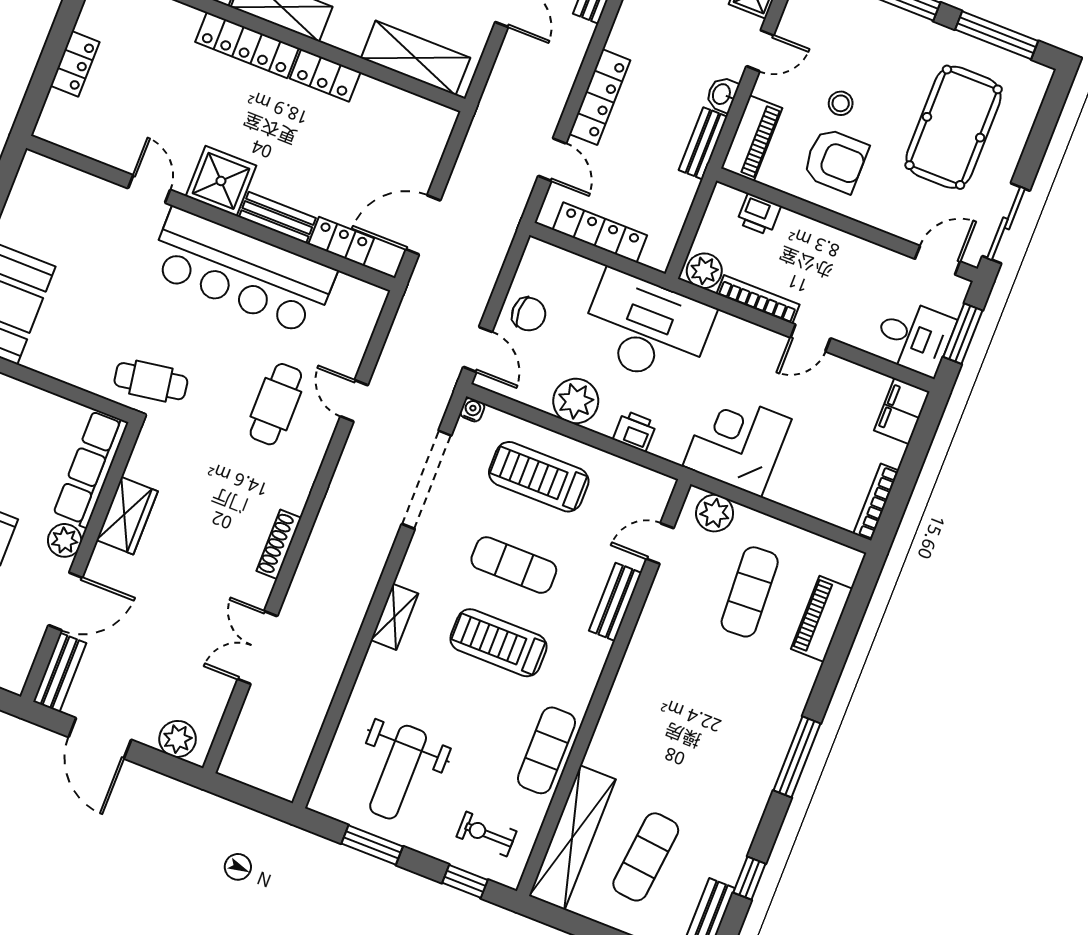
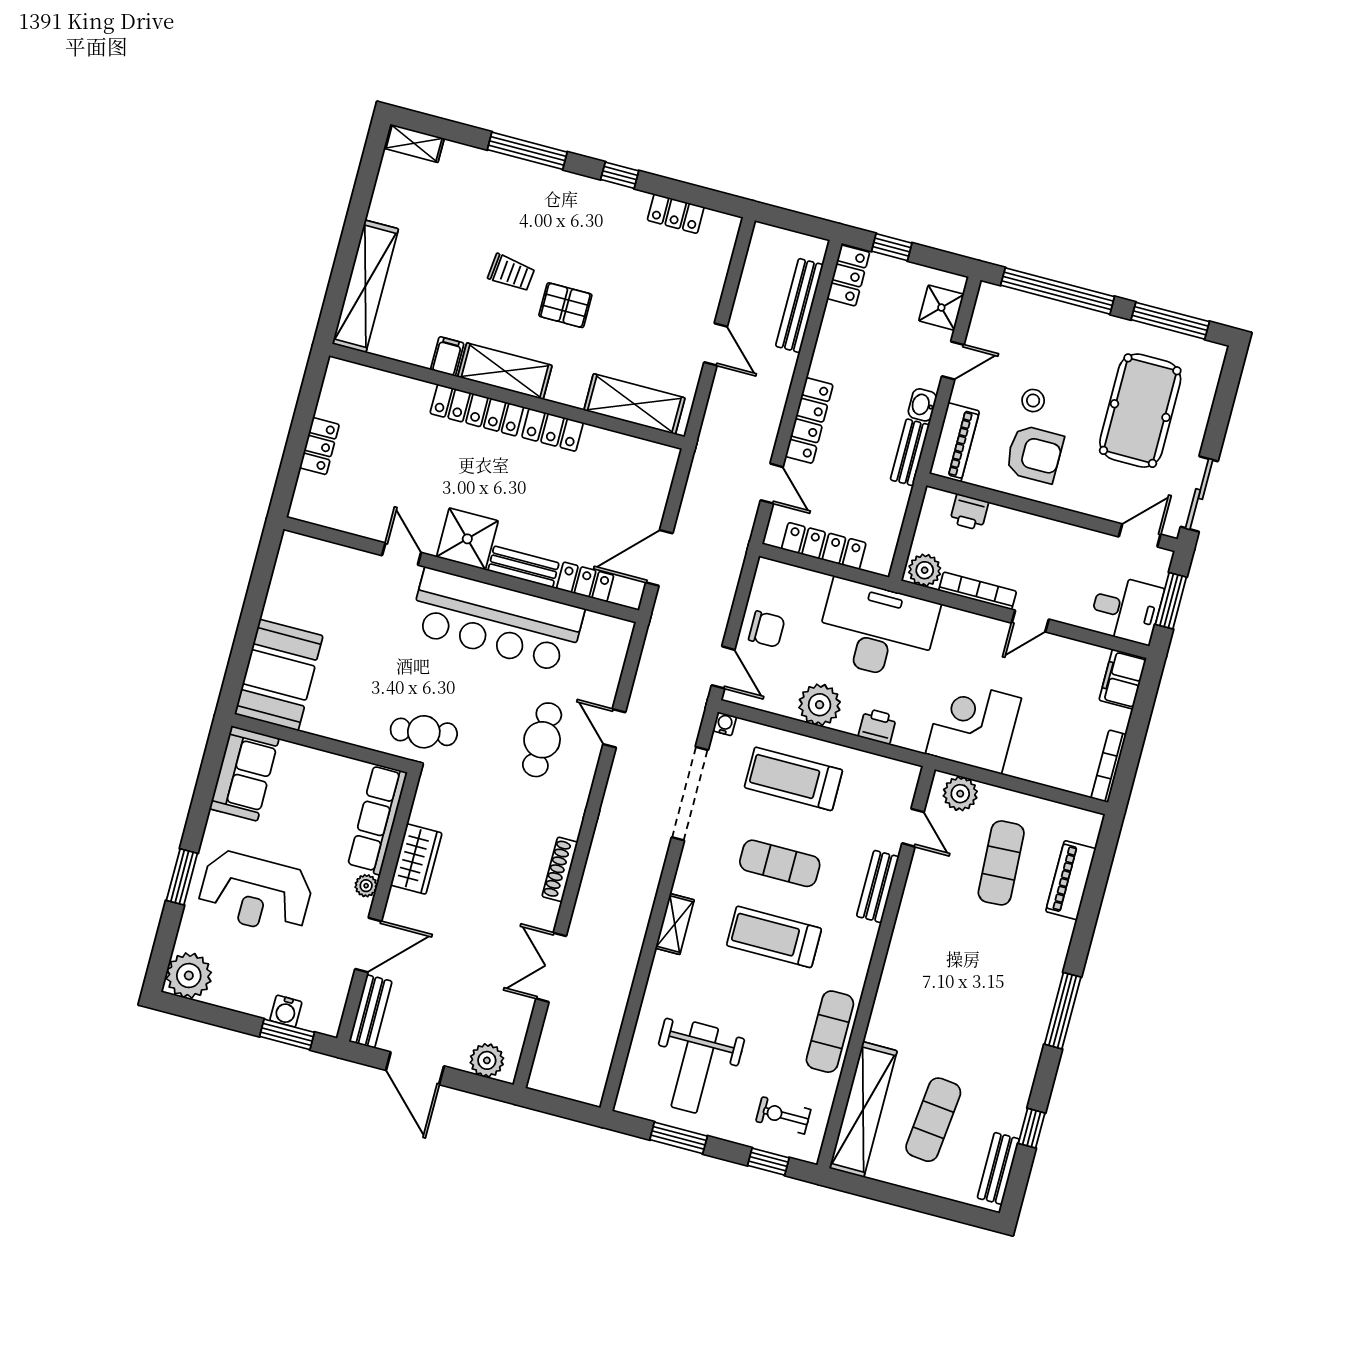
plant: (65, 540) -> (366, 886), width x0.73, depth x0.73
door: (660, 544) -> (913, 828), swing flipped

